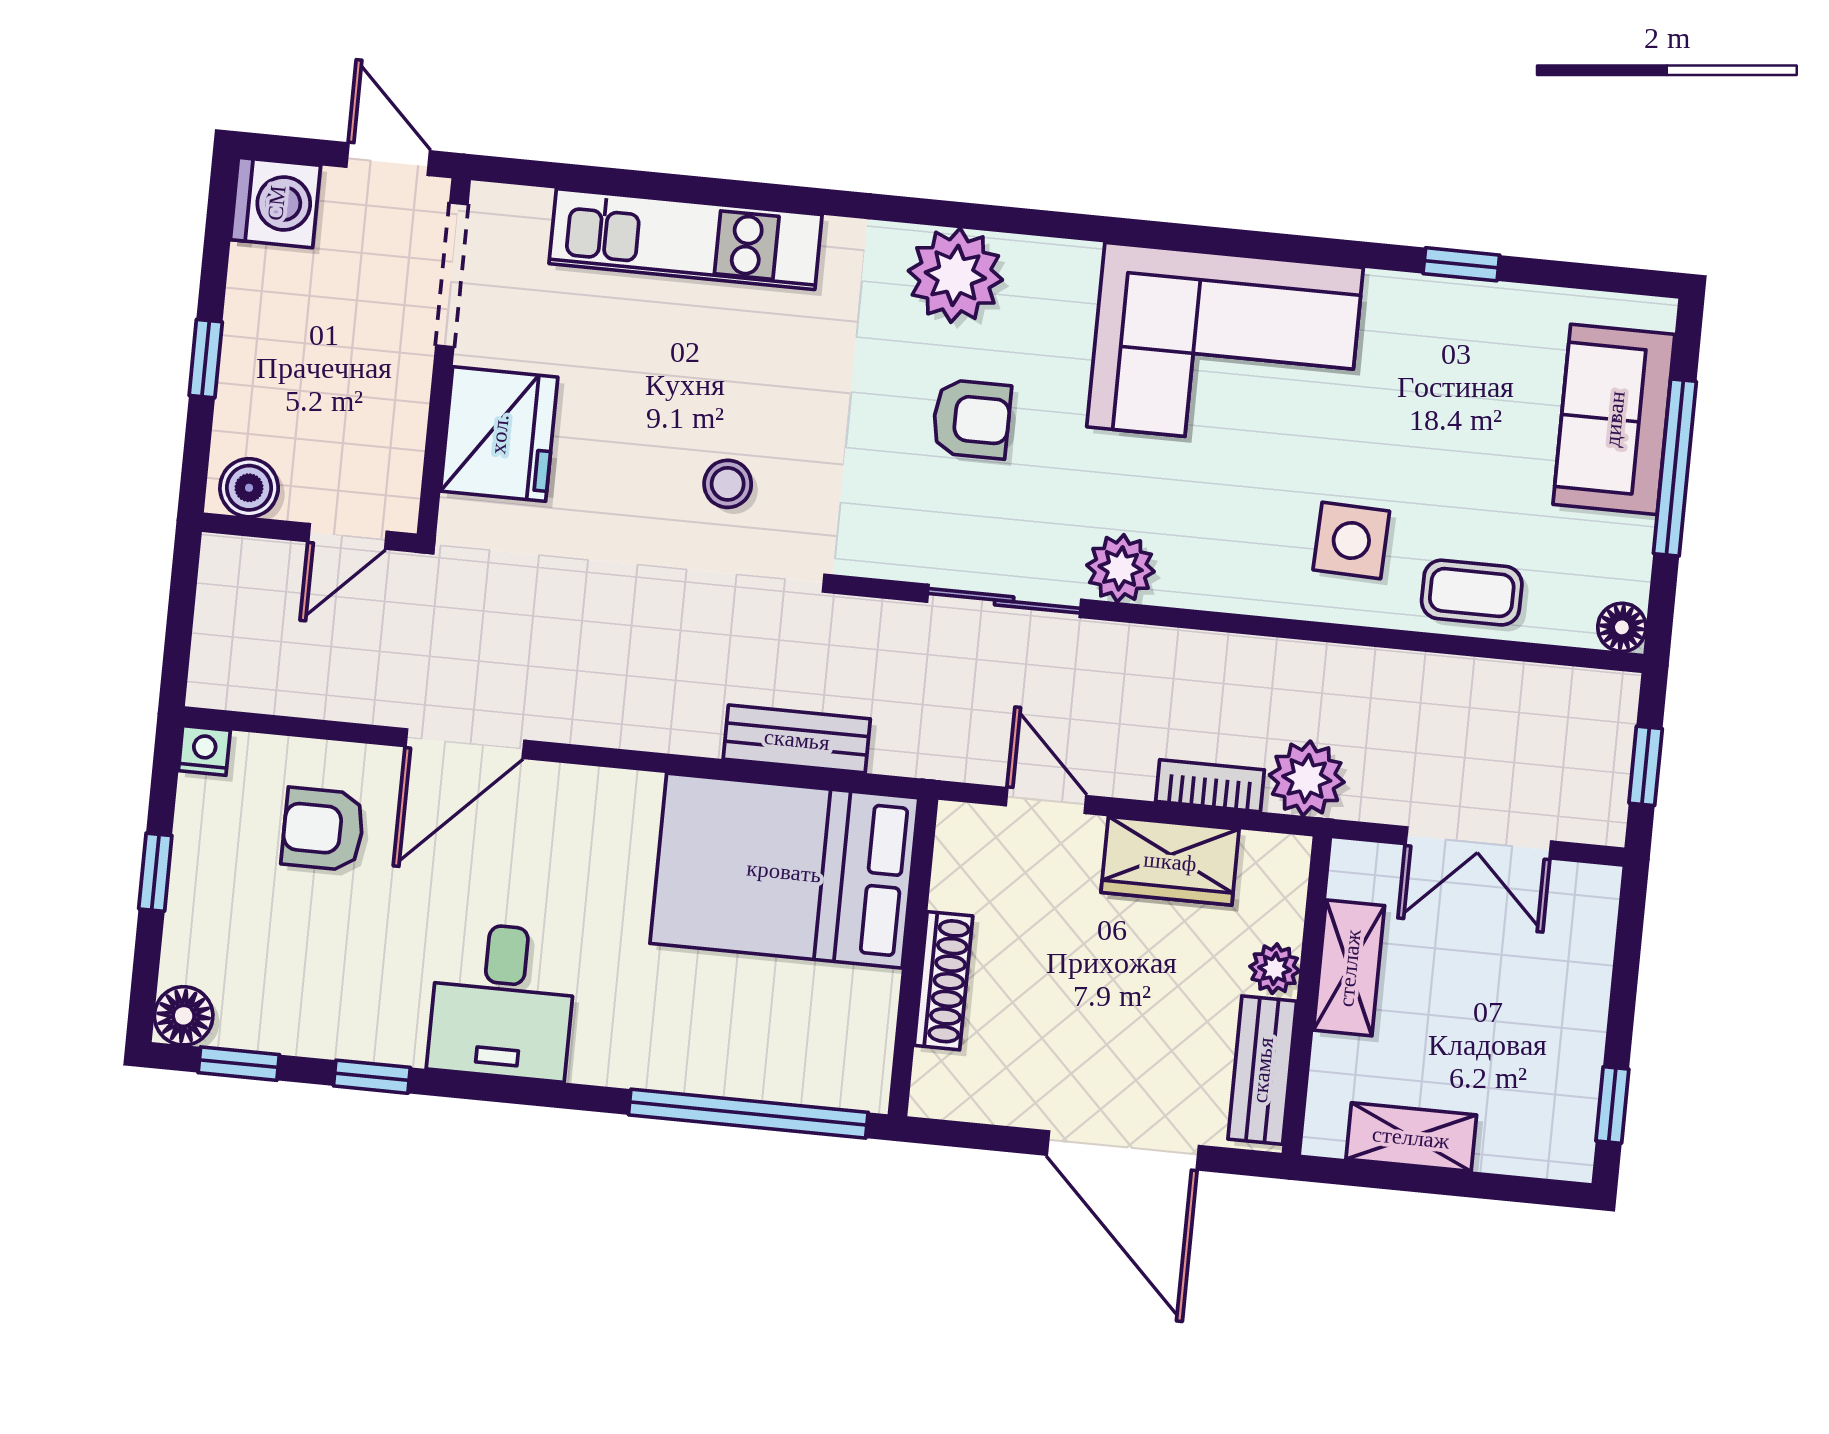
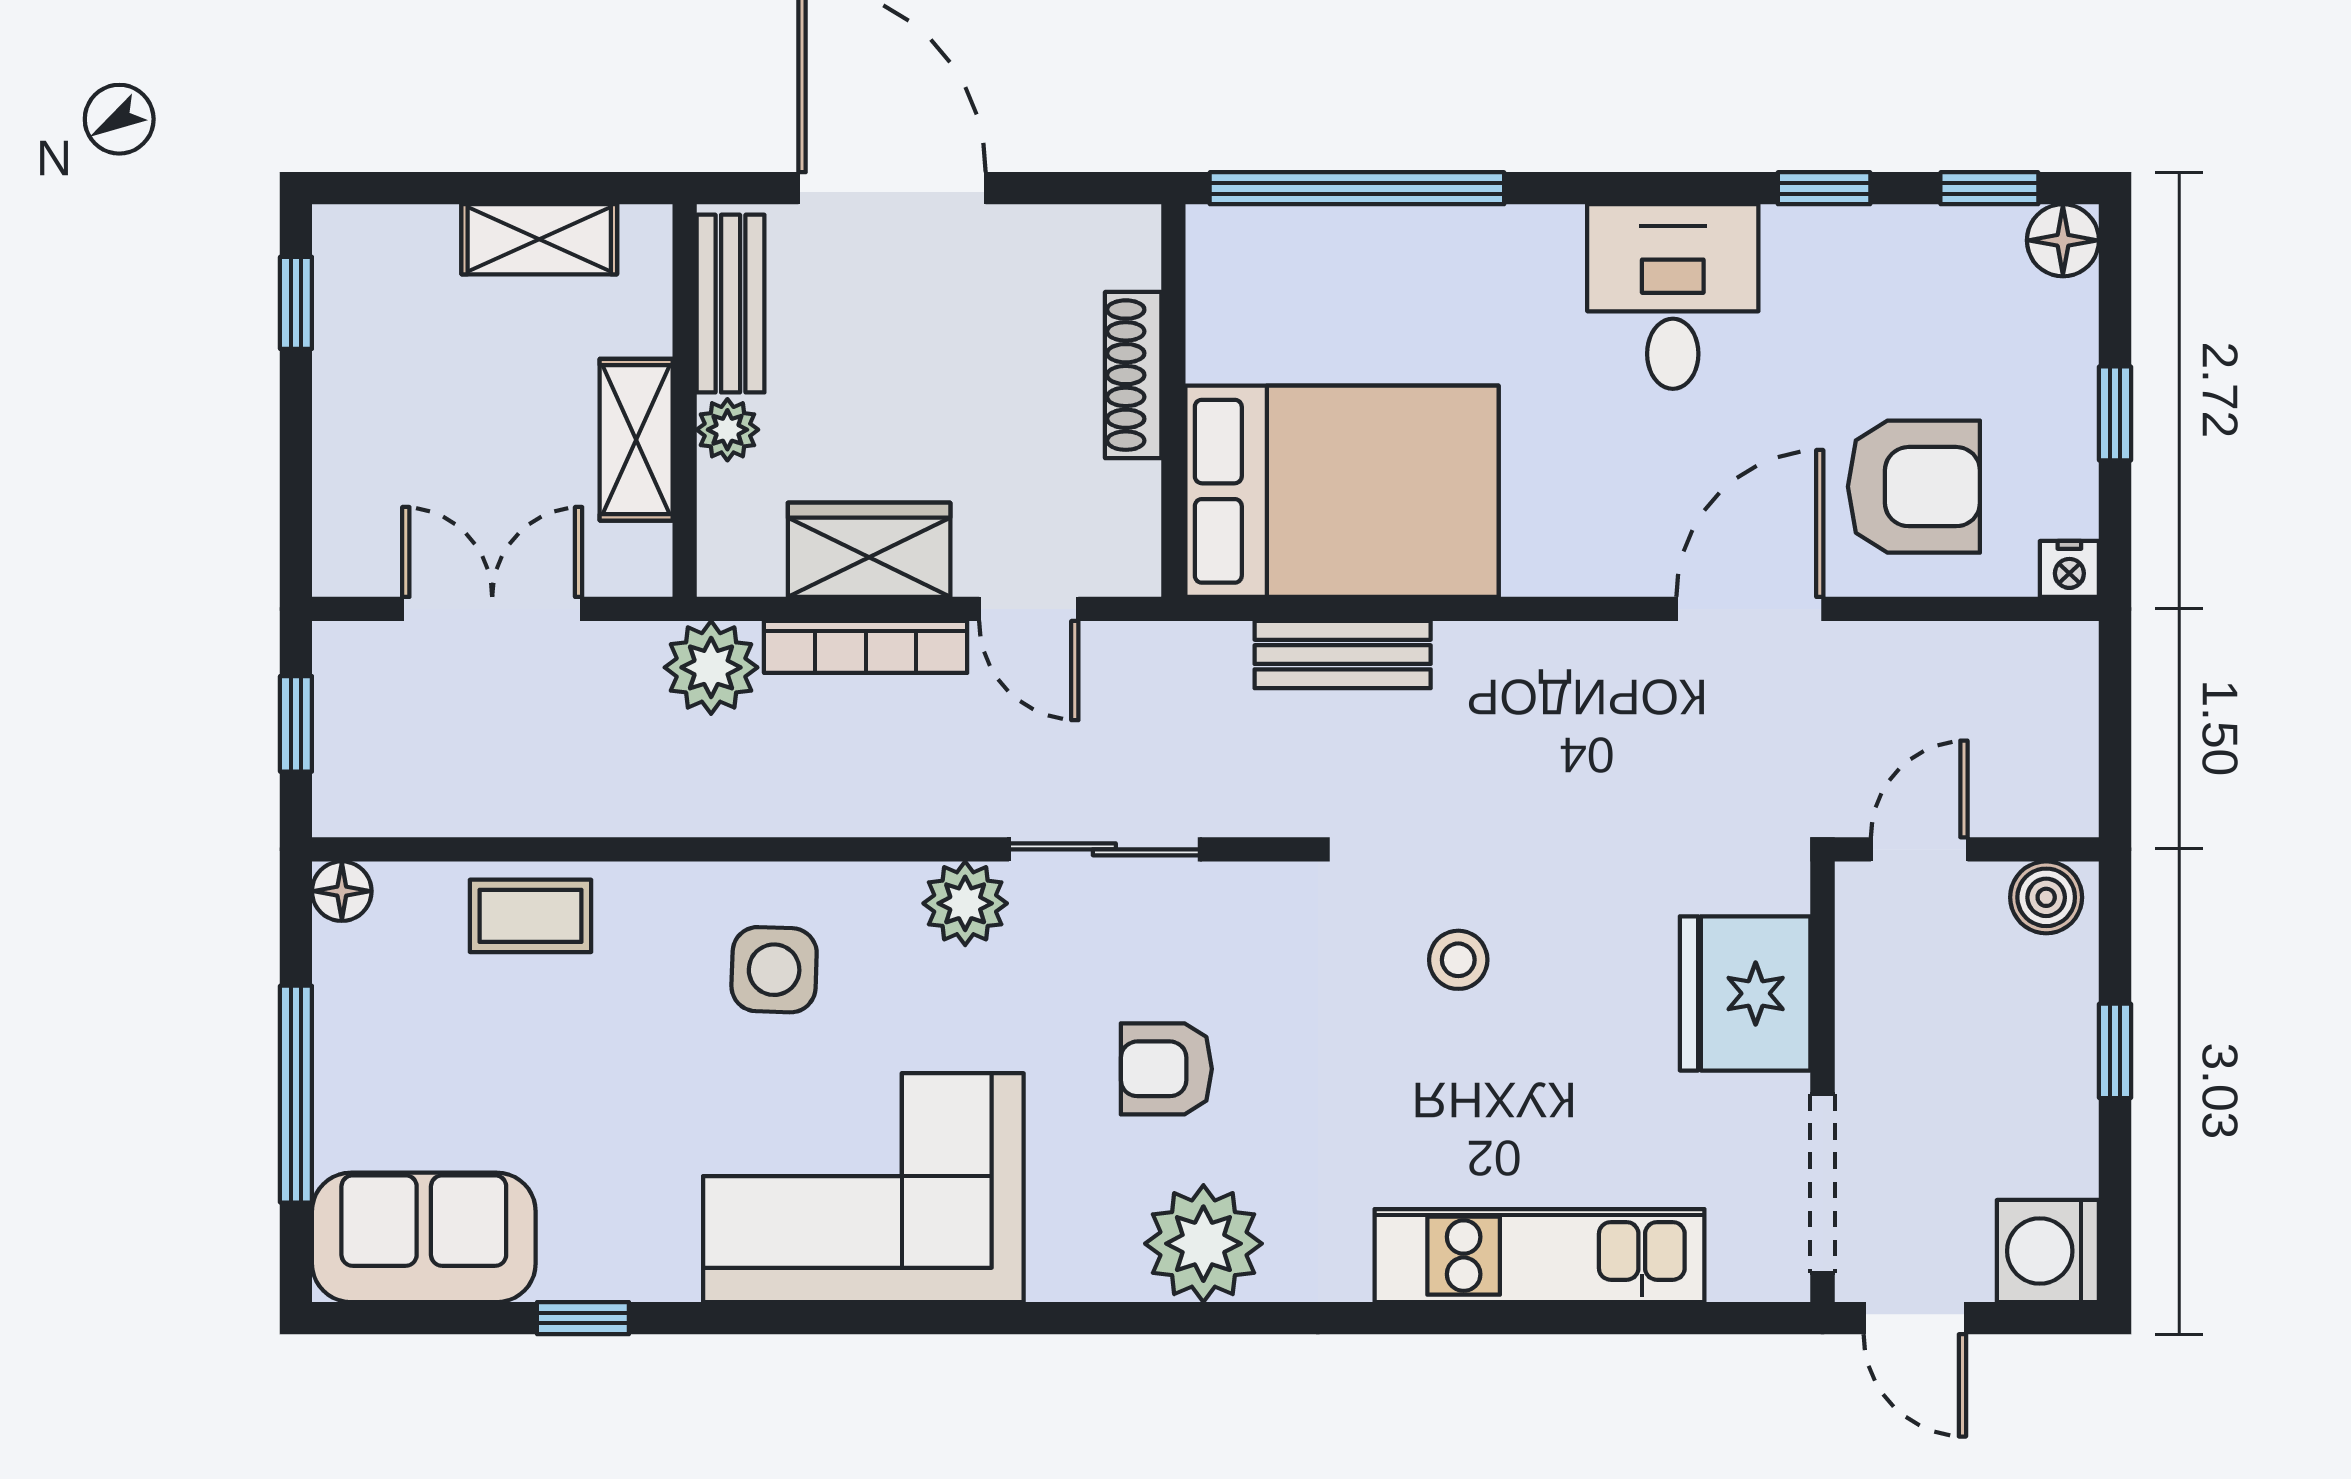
sofa: (1614, 419) -> (424, 1237), moved, turned -90
side table: (1351, 540) -> (774, 970), moved
bookcase: (1210, 786) -> (866, 647), width x1.56
armchair: (323, 829) -> (1914, 487), width x1.38, depth x1.38

